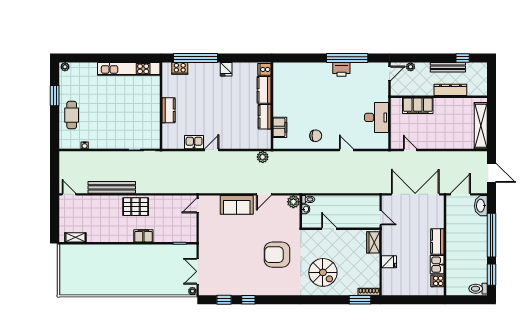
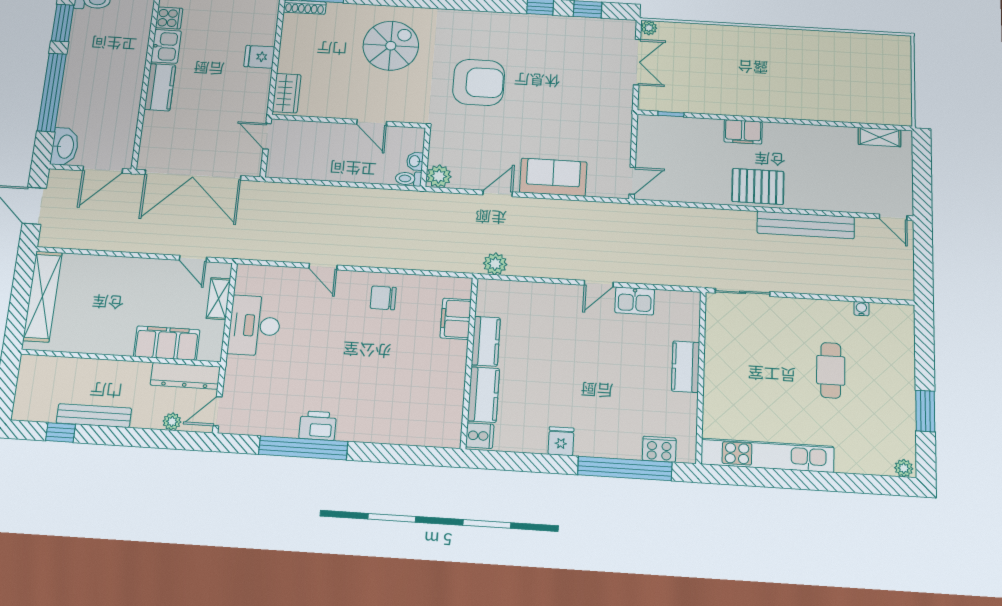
dresser: (450, 90) -> (185, 376), moved
cafe table: (72, 115) -> (831, 370), moved
shelving: (395, 130) -> (218, 299), added
spiral stairs: (323, 272) -> (391, 46), turned 90

